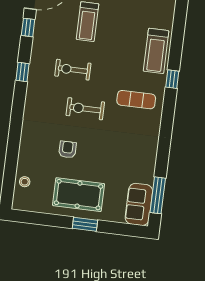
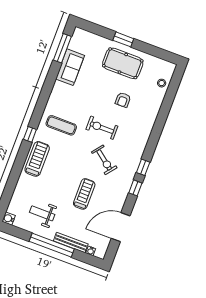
window: (28, 27) -> (135, 188), moved
exercise bike: (73, 70) -> (104, 160), turned 38
exercise bike: (85, 109) -> (102, 128), turned 180
sofa: (139, 204) -> (70, 67), moved

